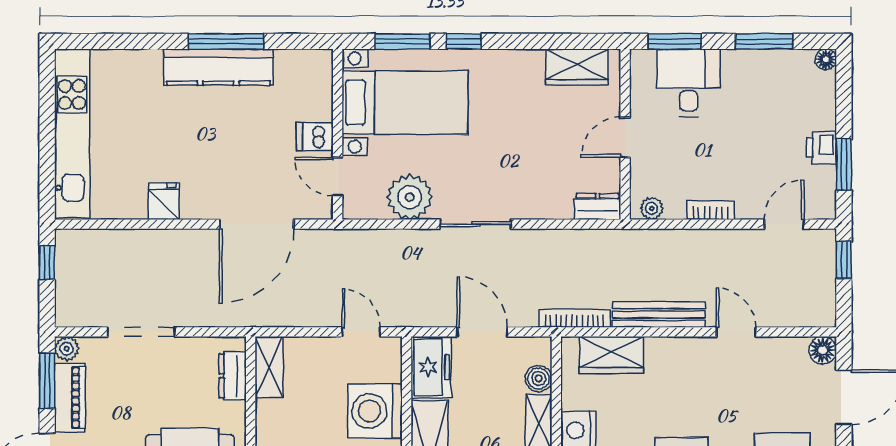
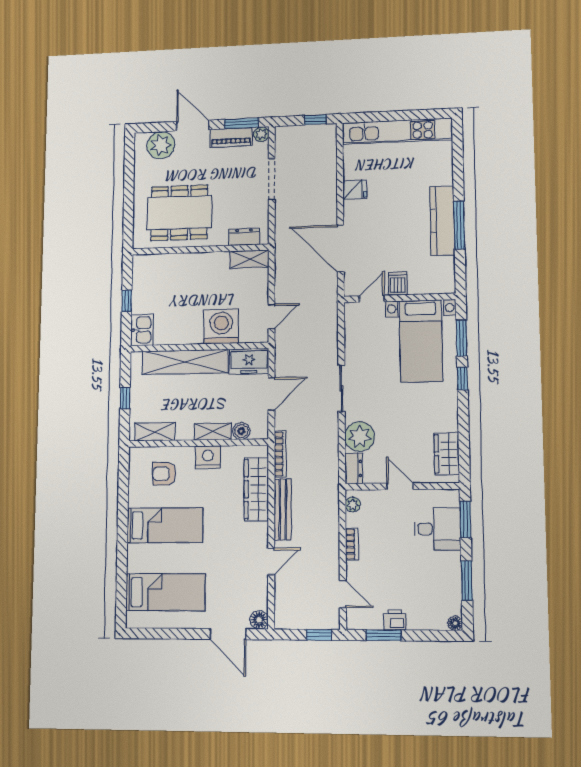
plant: (410, 197) -> (360, 437), moved
wardrobe: (612, 355) -> (256, 489), width x1.50

